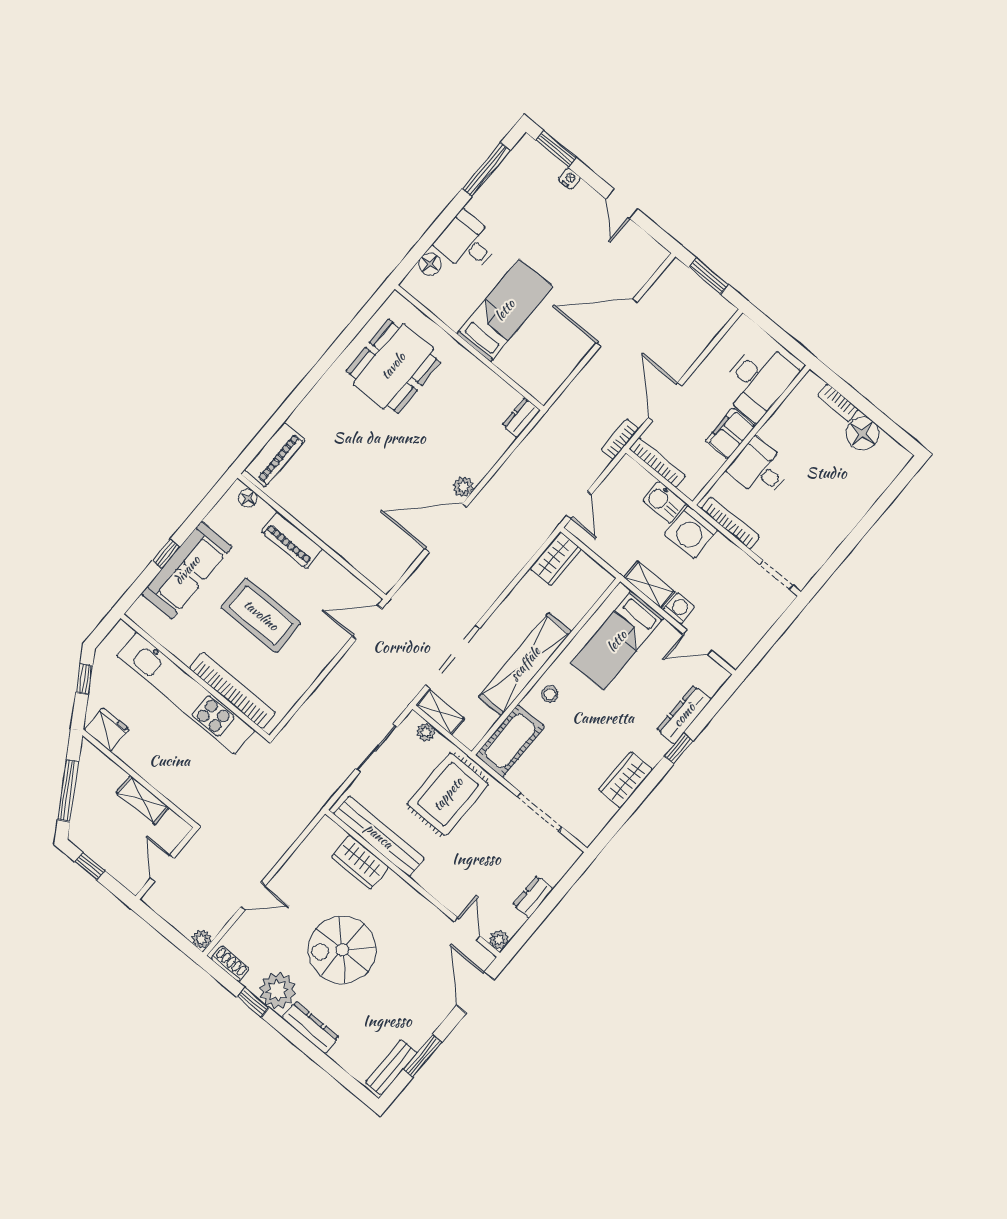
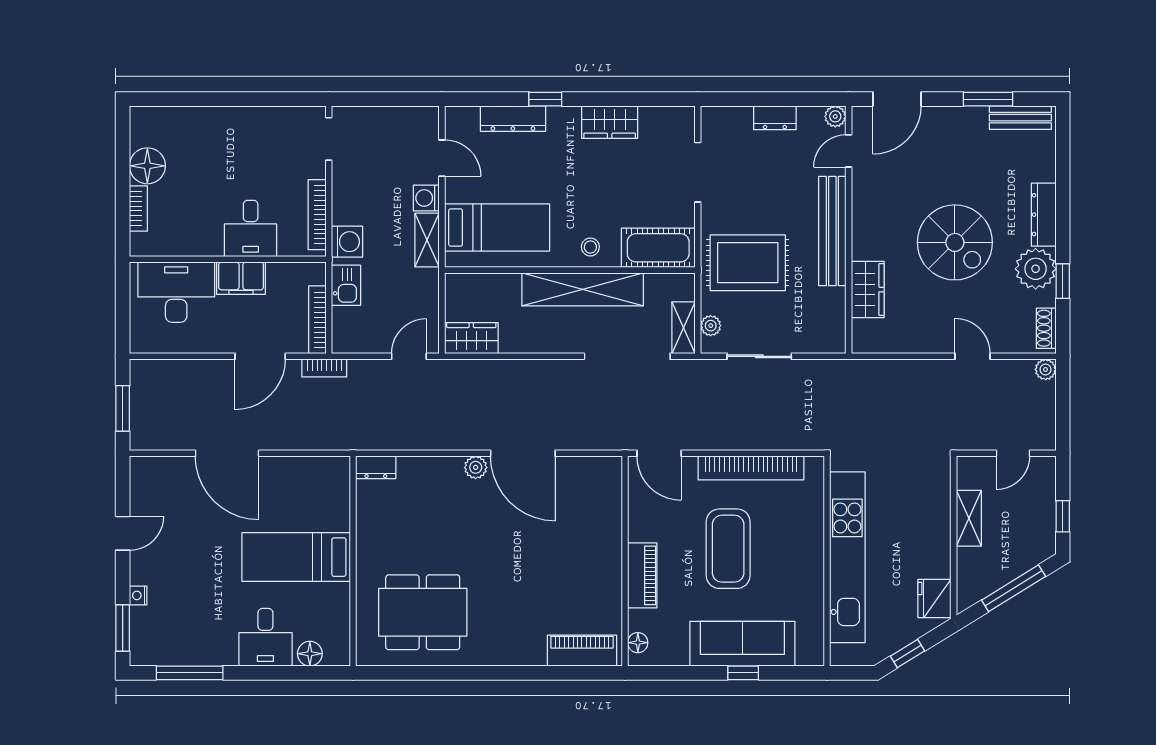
washing machine: (691, 532) -> (347, 242), width x0.73, depth x0.73
bookcase: (232, 691) -> (751, 468), moved, turned -90
bench: (379, 836) -> (832, 231), moved

